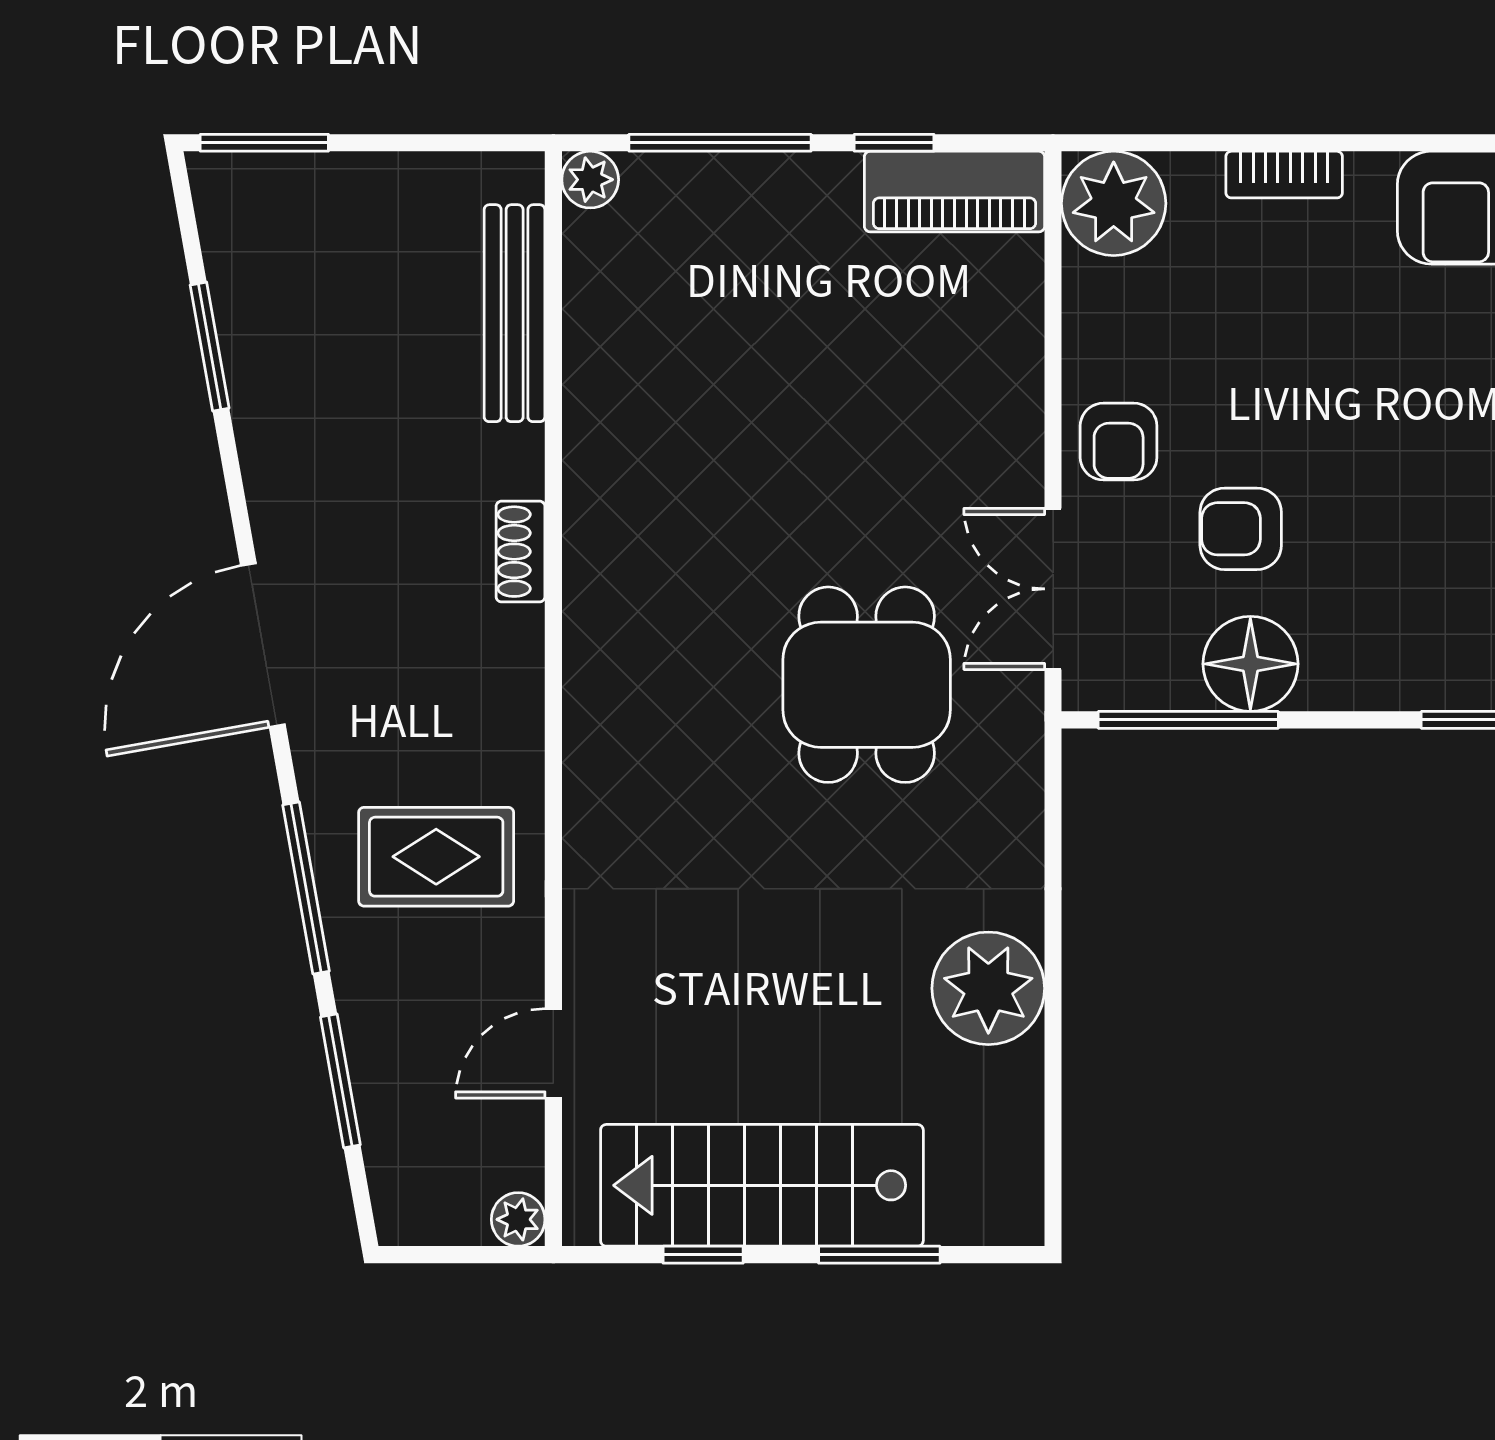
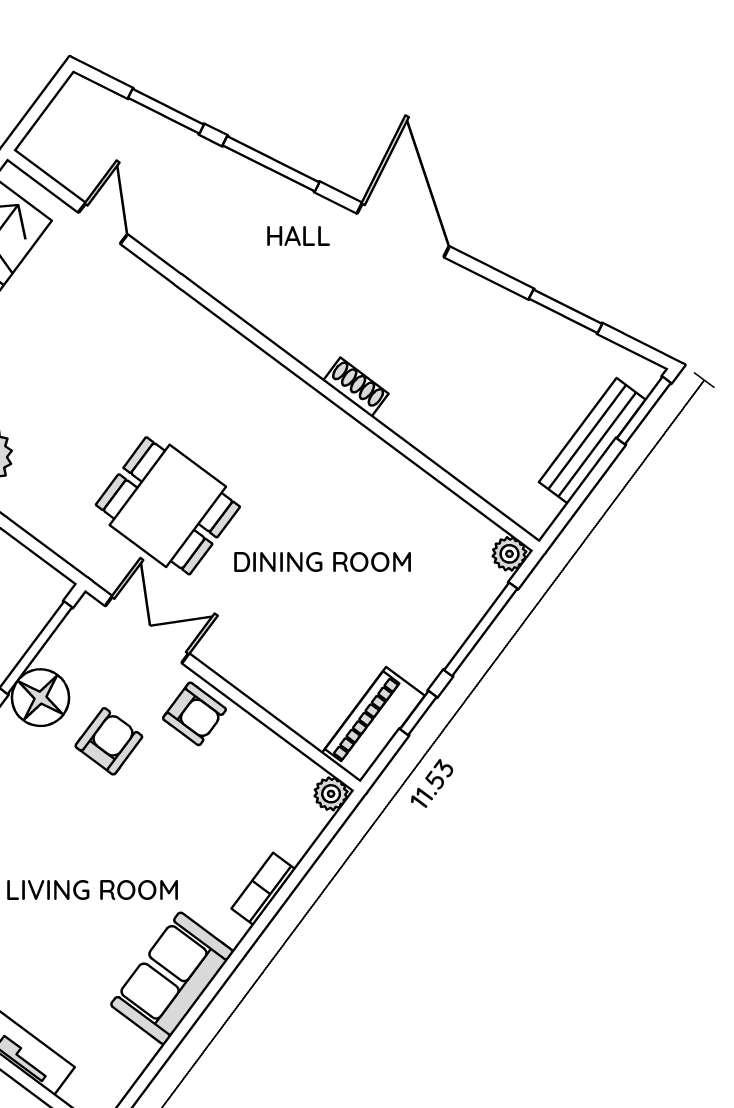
plant: (1114, 203) -> (331, 794), width x0.53, depth x0.53
bench: (515, 313) -> (592, 441), moved, turned 90
armchair: (1119, 442) -> (194, 714), turned 180
rug: (436, 857) -> (239, 237), removed
plant: (518, 1219) -> (36, 147), removed

